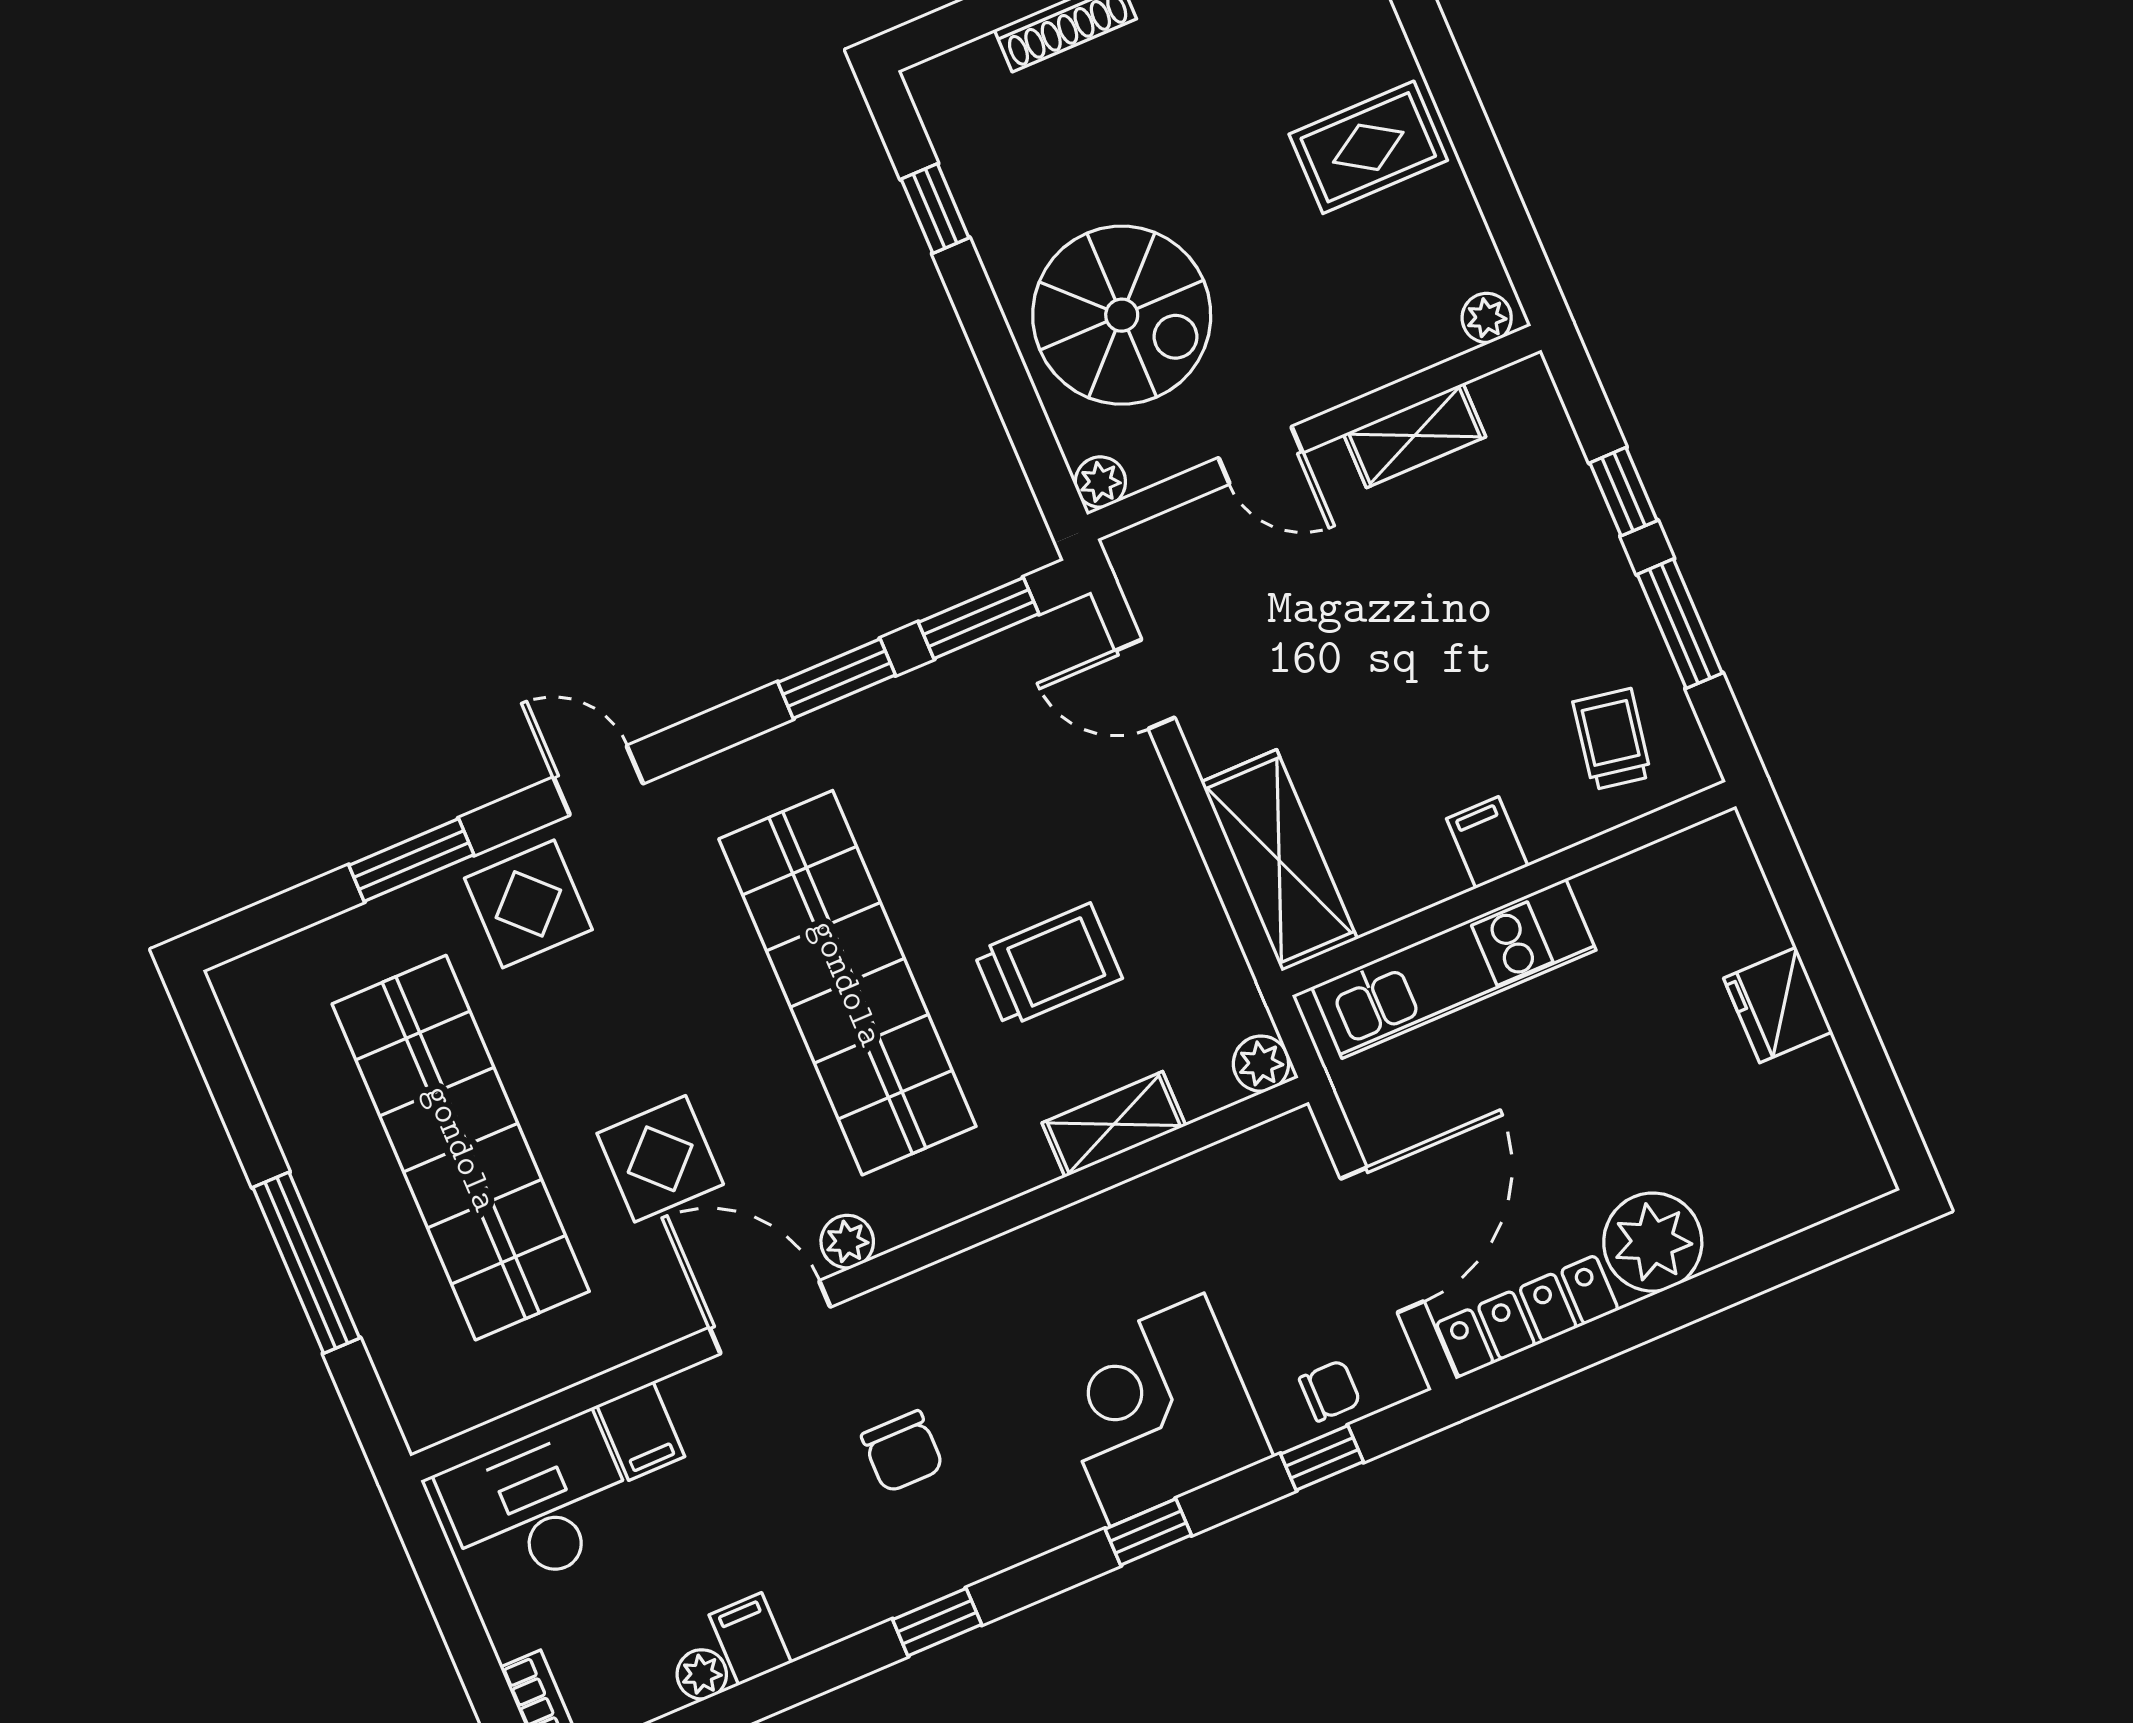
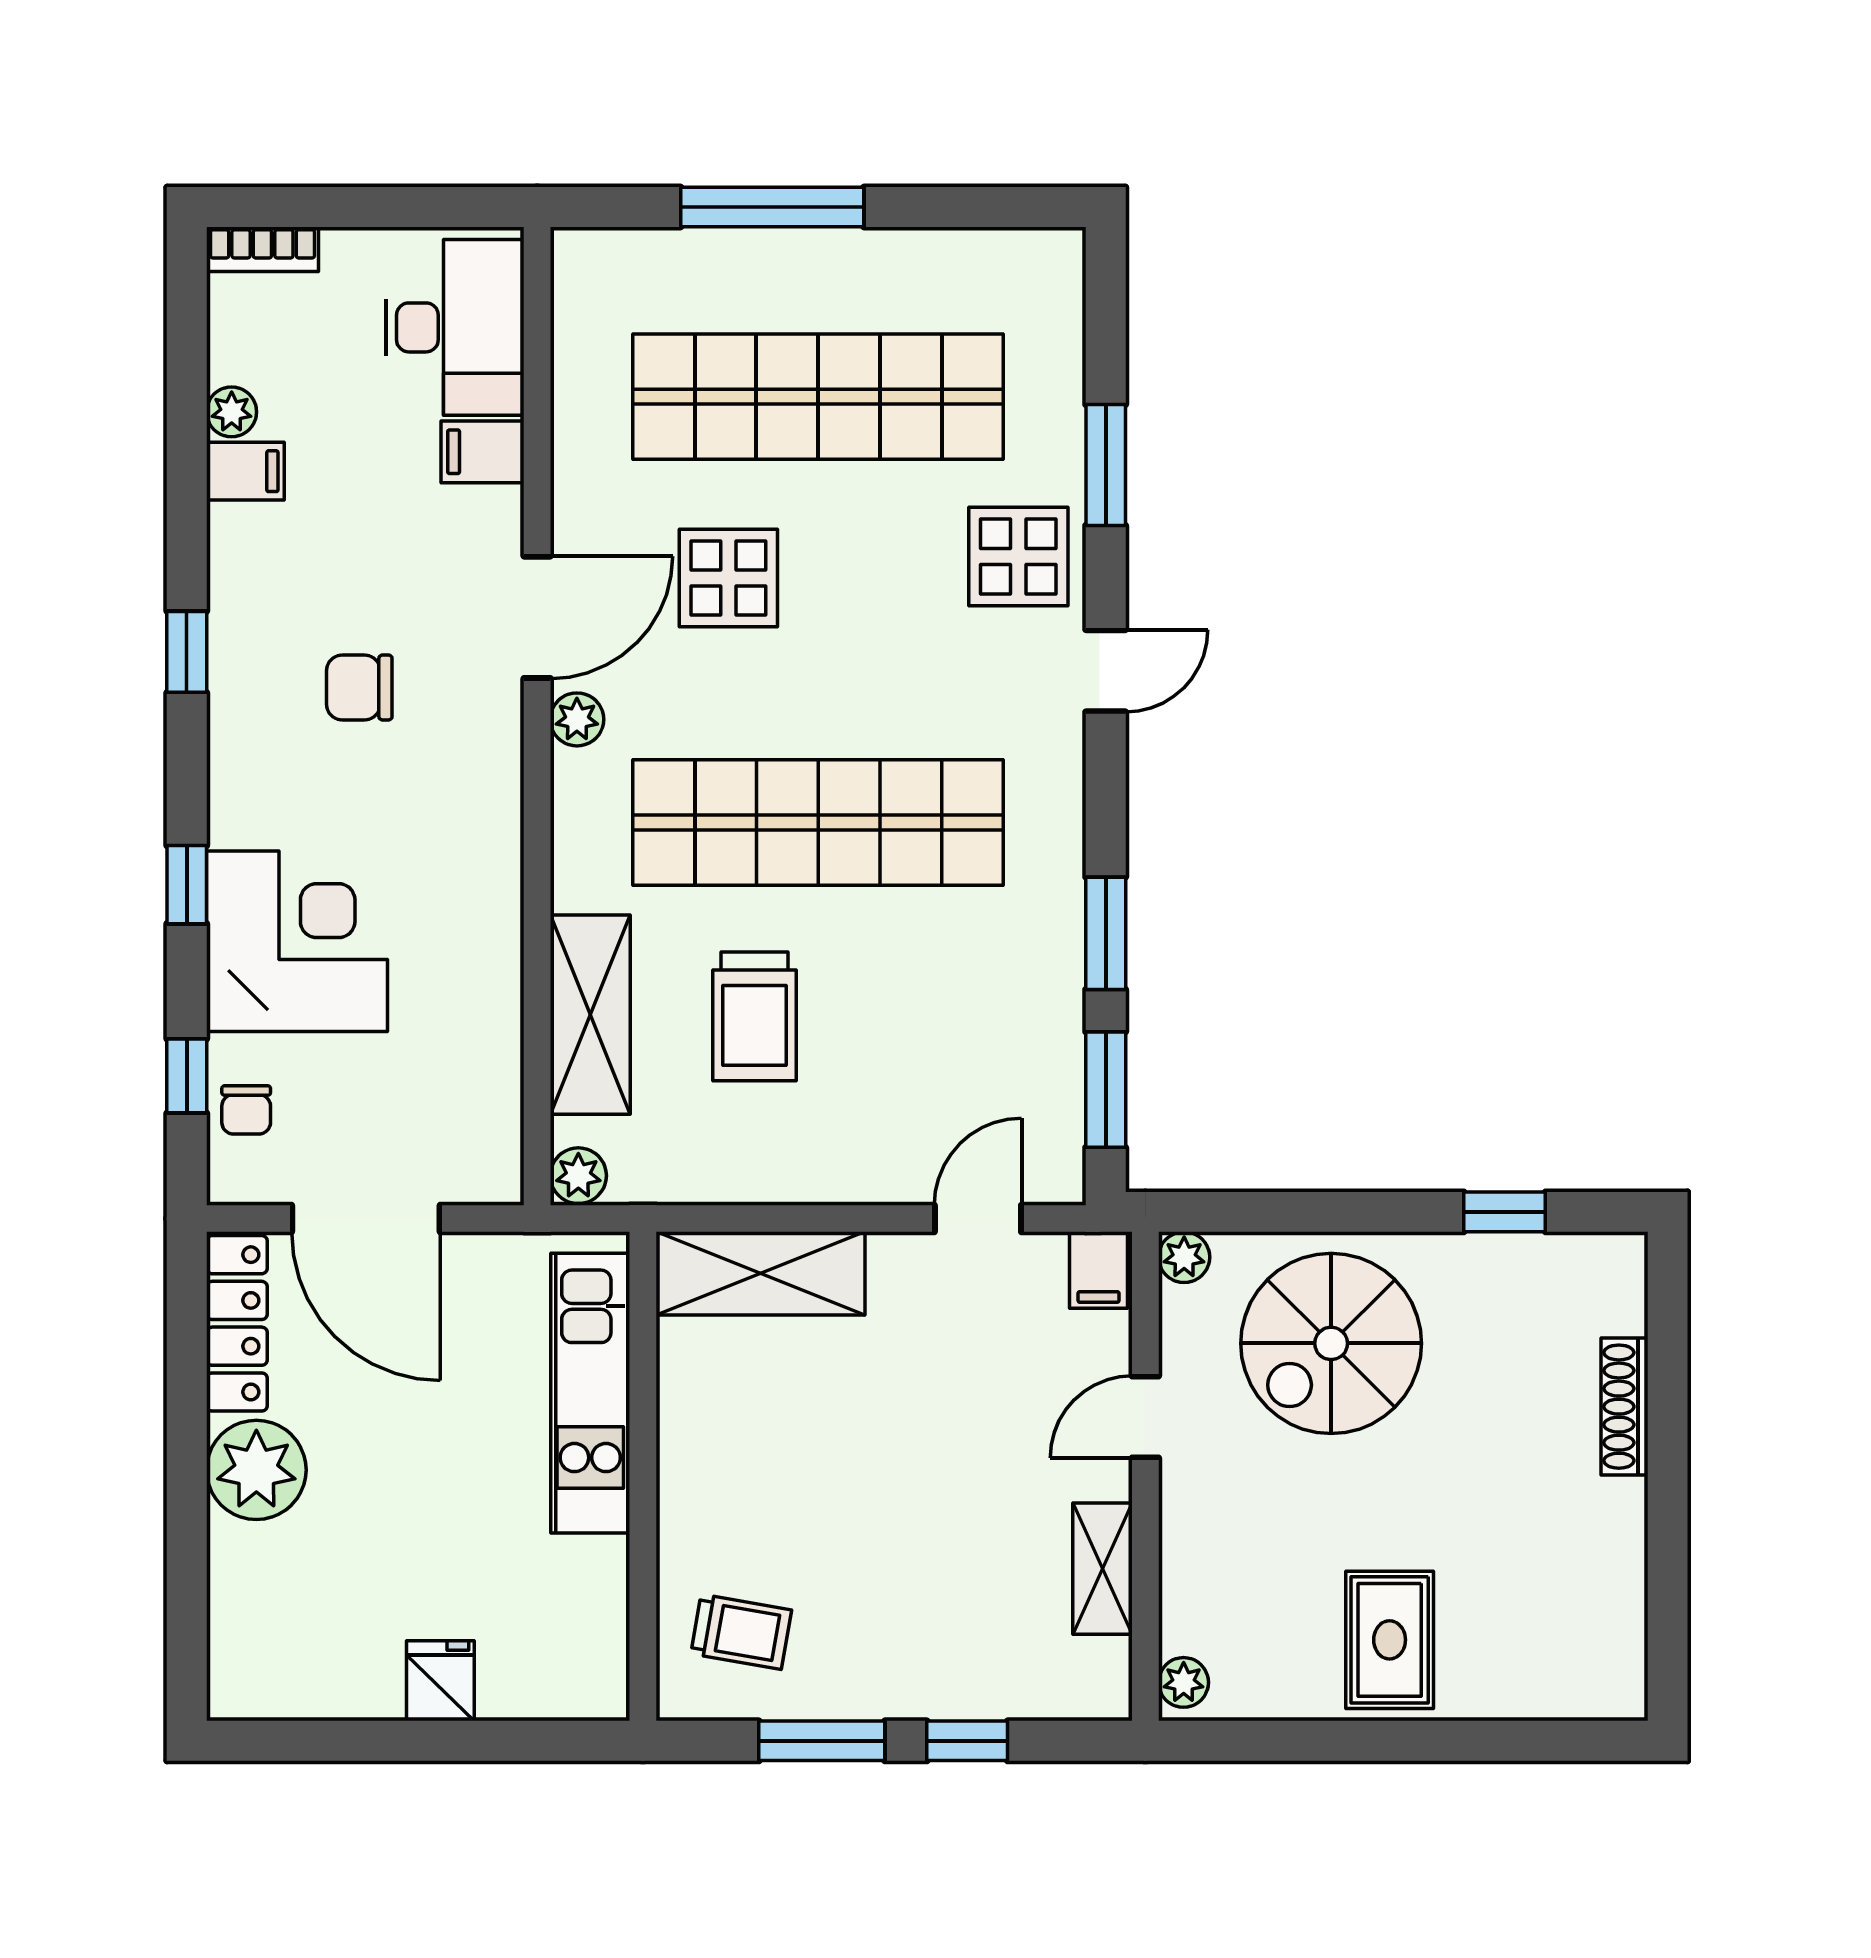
filing cabinet: (1487, 842) -> (1099, 1270), moved, turned 90
fridge: (1778, 1005) -> (440, 1681), width x0.72
shelving: (1114, 1124) -> (590, 1015), width x1.50, depth x1.33

